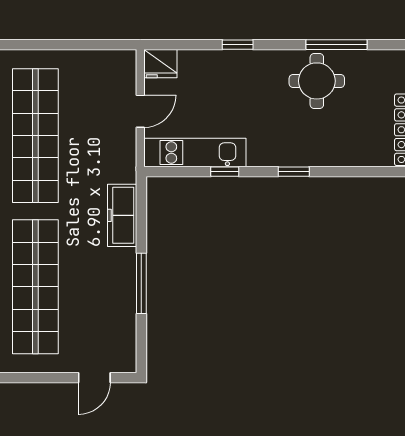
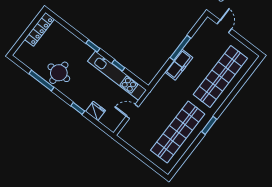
fridge: (160, 64) -> (95, 111), moved
kitchen unit: (195, 153) -> (117, 76), width x1.36
freezer: (122, 215) -> (179, 65), moved
door: (94, 378) -> (224, 26), hinge flipped

